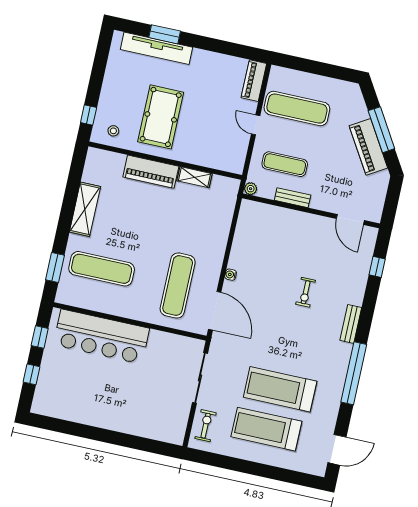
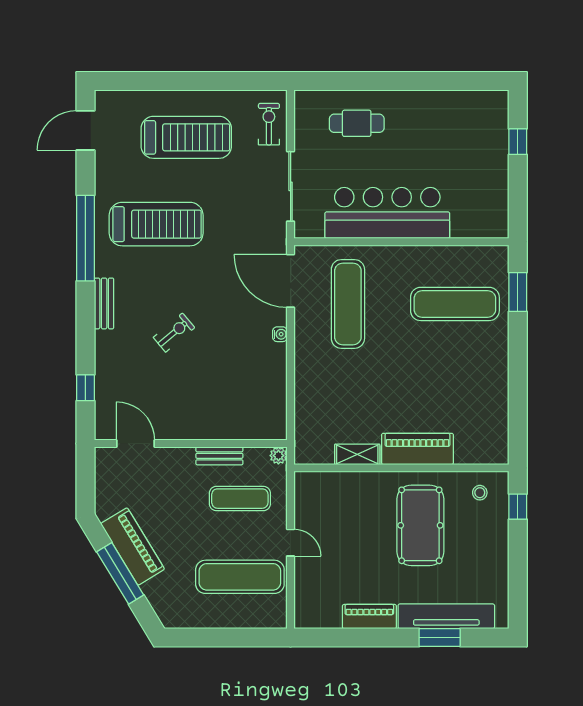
piano: (254, 81) -> (369, 617), moved, turned -90
shelving: (85, 209) -> (495, 379), removed
exercise bike: (306, 292) -> (174, 333), turned 50
window: (40, 337) -> (518, 194), removed
bar counter: (101, 337) -> (387, 213), moved
treadmill: (280, 389) -> (156, 224), moved
cafe table: (143, 412) -> (357, 123), added
exercise bike: (206, 426) -> (269, 124), turned 180

